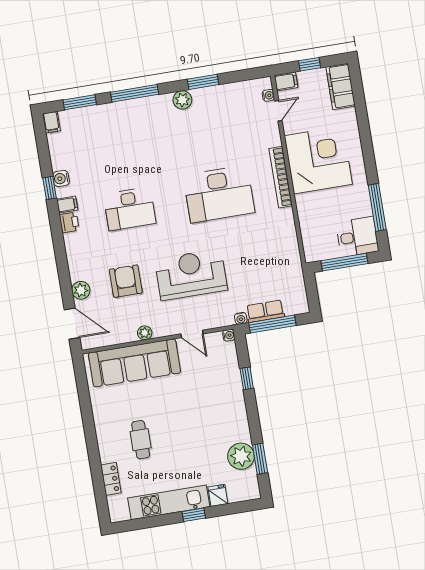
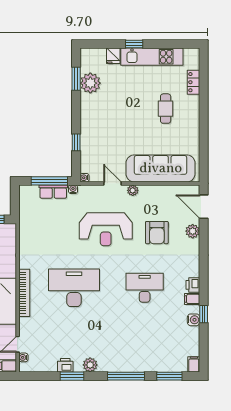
printer: (214, 94) -> (65, 365), added
plant: (145, 333) -> (133, 190), moved

